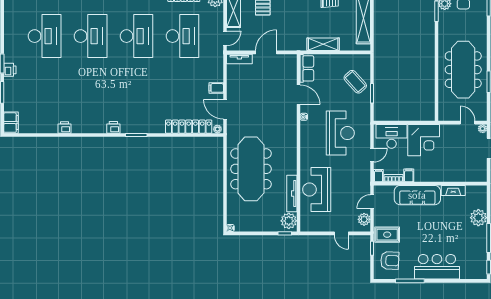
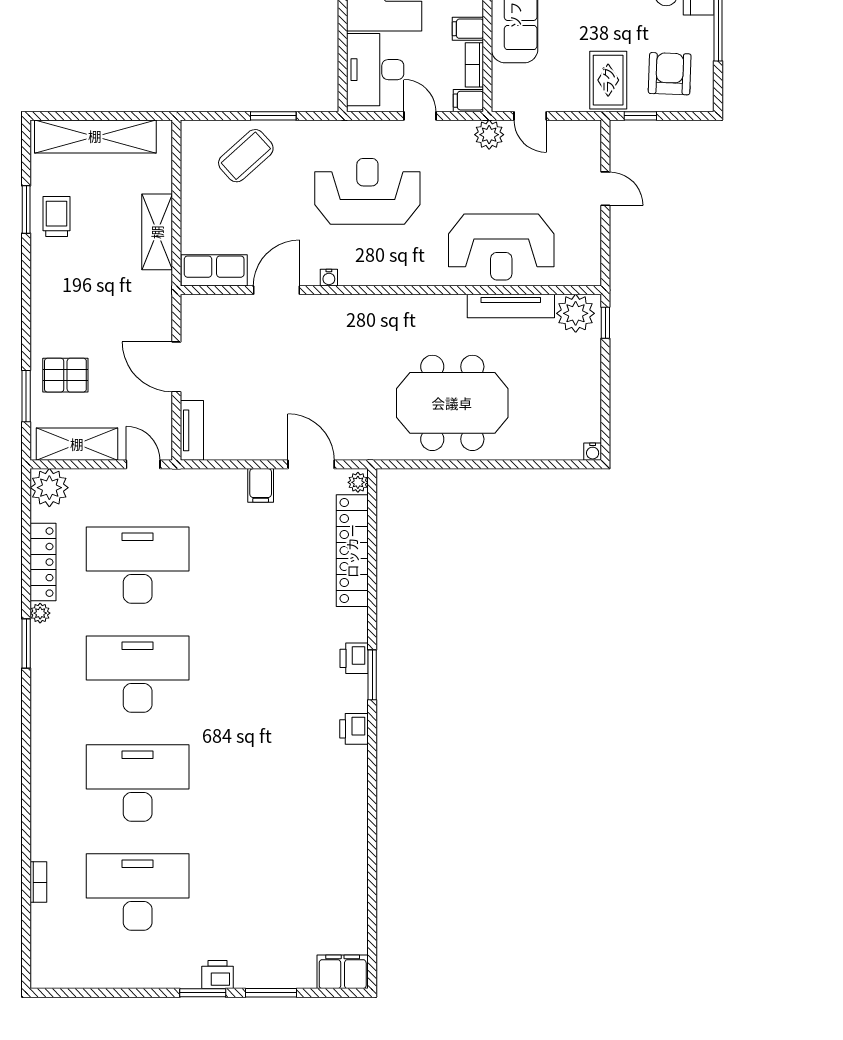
door: (225, 109) -> (311, 464), swing flipped
printer: (65, 127) -> (354, 658), moved
meeting table: (251, 169) -> (452, 403), width x0.73
plant: (364, 219) -> (489, 135), moved
door: (341, 233) -> (605, 189), hinge flipped

